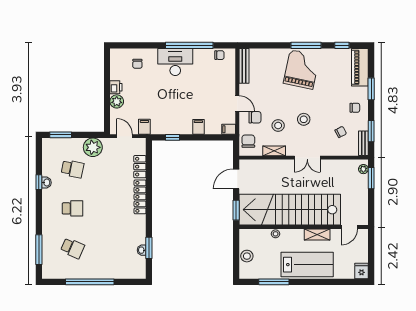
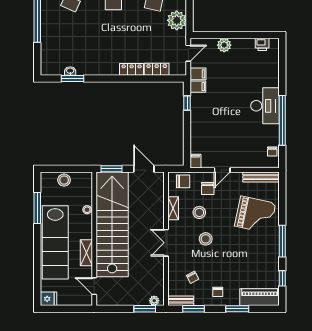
chair: (137, 64) -> (263, 67), removed
grand piano: (301, 70) -> (255, 215), moved
printer: (116, 87) -> (262, 44), moved
filing cabinet: (198, 127) -> (198, 87), moved
locker: (140, 197) -> (132, 69), width x0.66
lab bench: (307, 265) -> (55, 242), width x1.36

